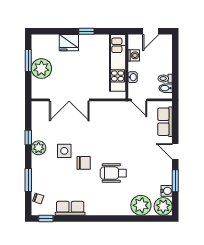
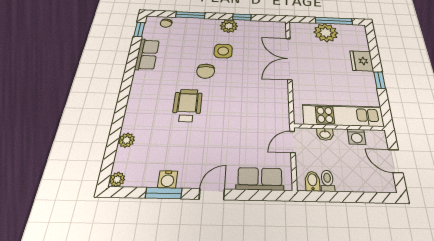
window: (28, 61) -> (334, 21), width x1.44
water cooler: (167, 191) -> (168, 179), moved
plant: (141, 205) -> (126, 140), width x0.53, depth x0.53
plant: (163, 206) -> (117, 179), width x0.53, depth x0.53

